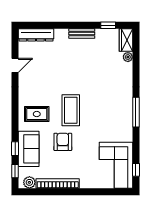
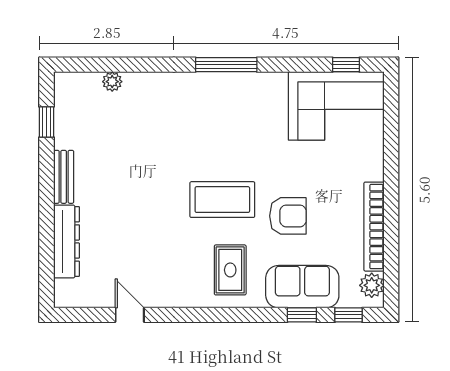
dresser: (36, 35) -> (67, 241), moved
wardrobe: (126, 40) -> (77, 85), removed
armchair: (63, 142) -> (288, 216), turned 180

